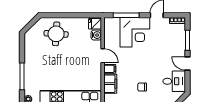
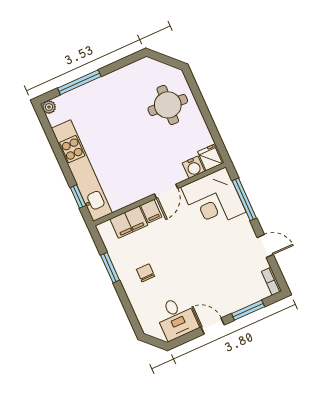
corner desk: (135, 32) -> (213, 200), moved
door: (187, 63) -> (213, 326), hinge flipped

